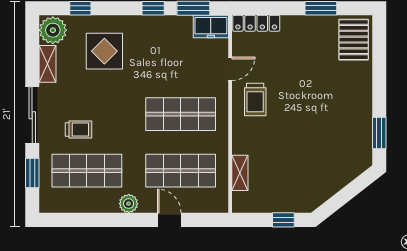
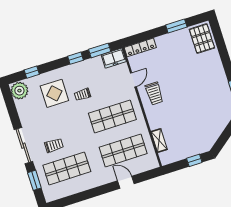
shelving: (48, 64) -> (23, 112), removed
trolley: (146, 67) -> (83, 95), added
plant: (129, 204) -> (98, 180), removed

